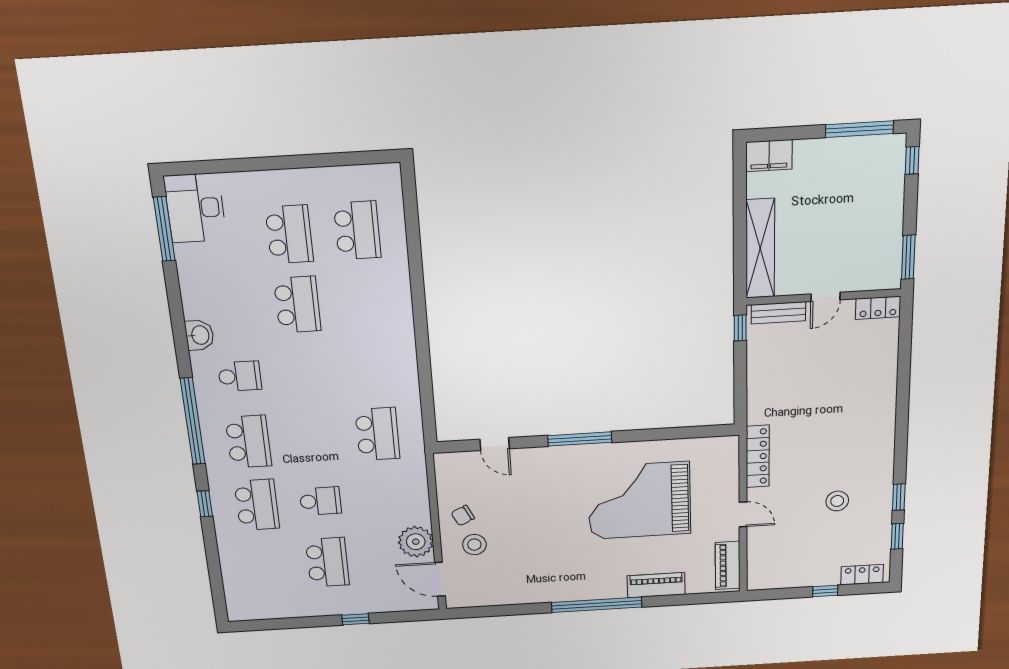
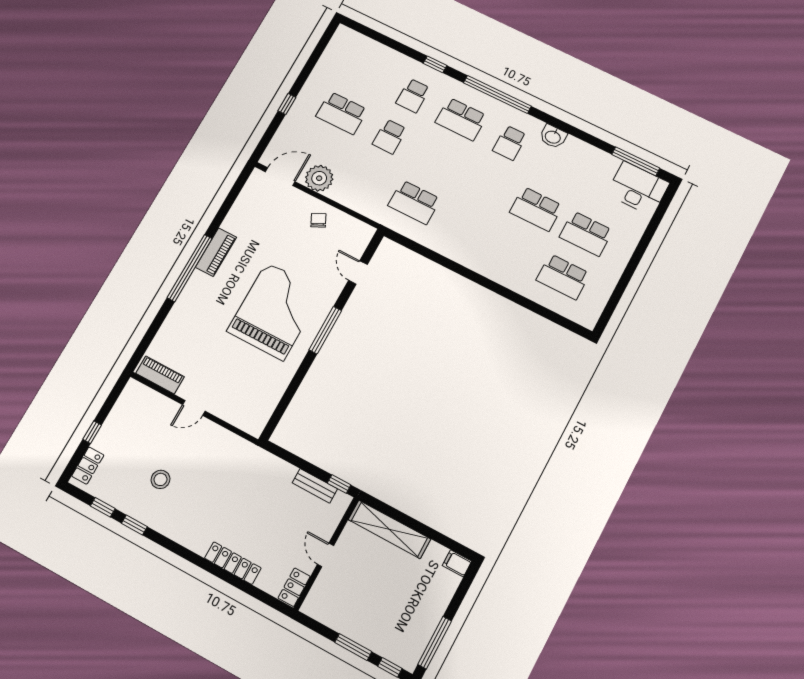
filing cabinet: (769, 156) -> (457, 563), width x0.50
window: (908, 257) -> (353, 647), moved
bench: (778, 313) -> (315, 486), moved, turned 90
door: (495, 444) -> (358, 272), hinge flipped
locker: (758, 456) -> (233, 563), moved, turned 180
grand piano: (639, 501) -> (275, 311), moved
school desk: (257, 505) -> (413, 96), width x0.54
stool: (474, 545) -> (291, 215), removed
piano: (656, 585) -> (216, 252), moved

